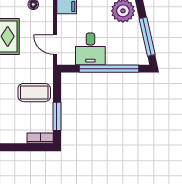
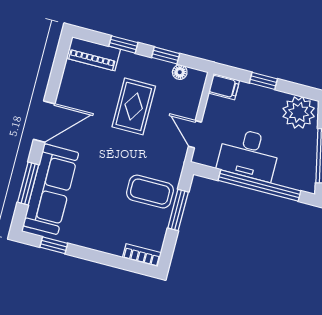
desk: (90, 49) -> (249, 154), width x1.37
window: (57, 116) -> (178, 210), moved

